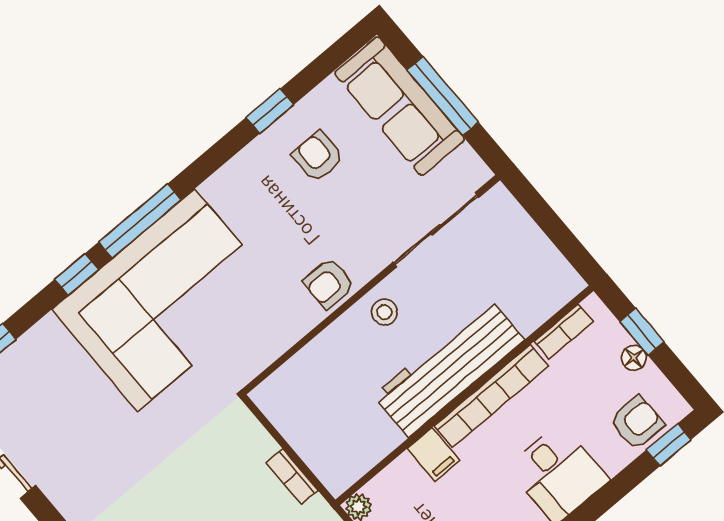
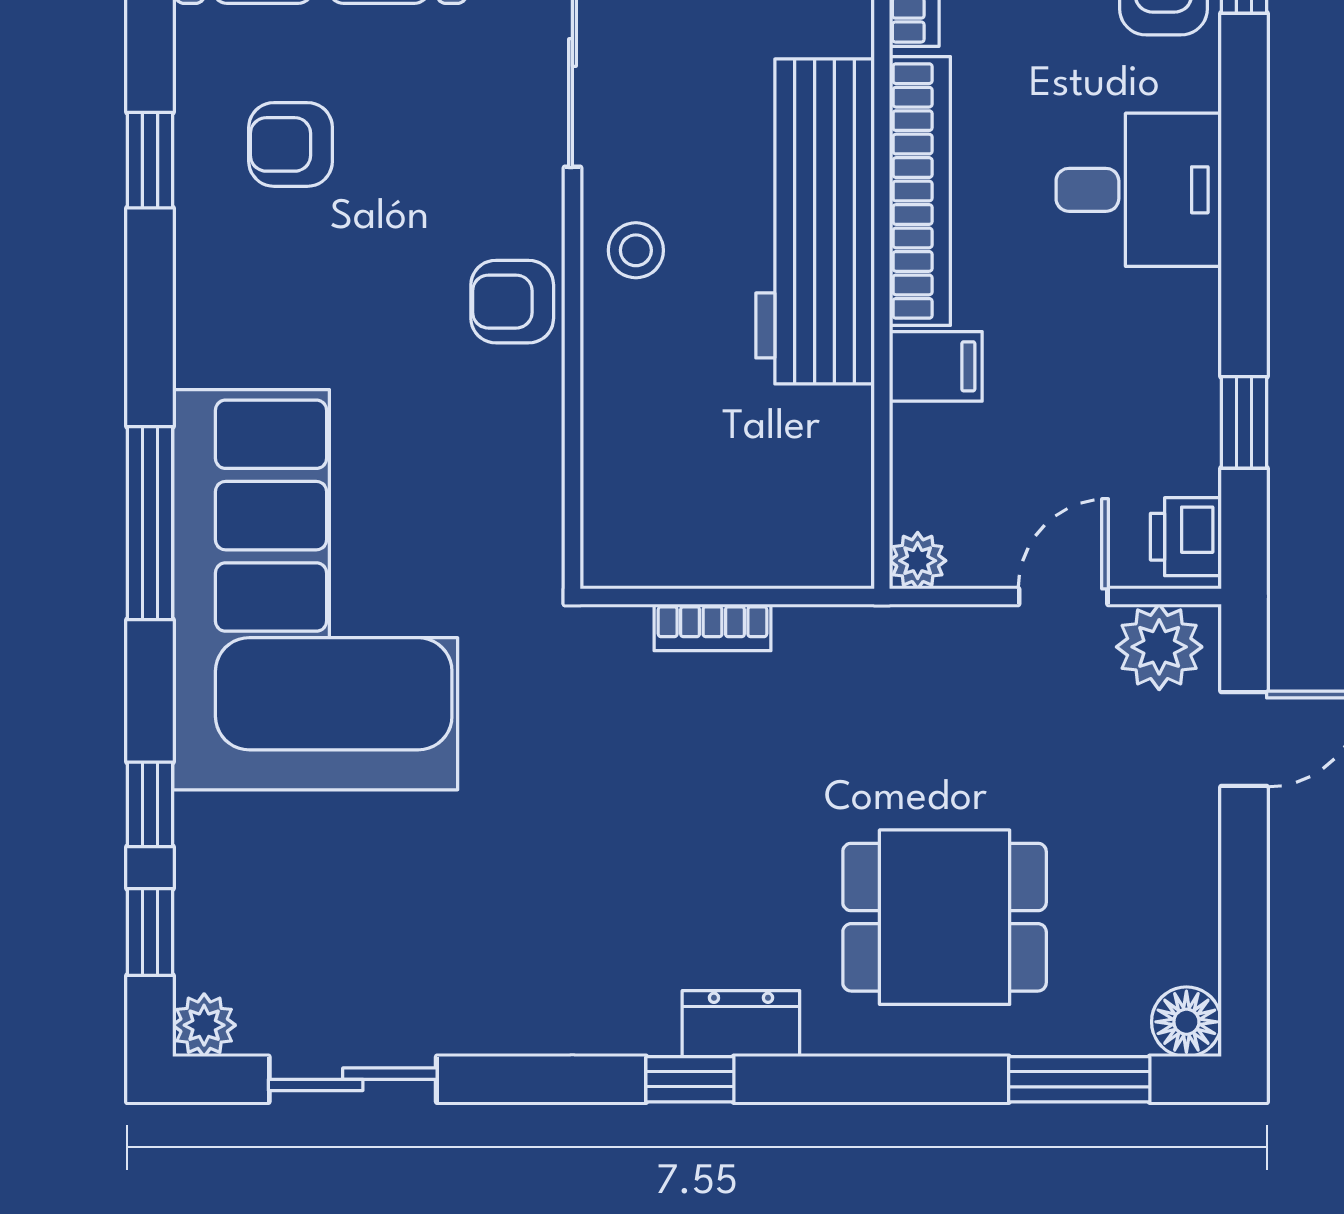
window: (76, 274) -> (150, 804), moved
armchair: (329, 283) -> (512, 302), turned 90
bookcase: (292, 477) -> (713, 627), moved

